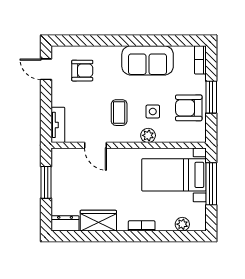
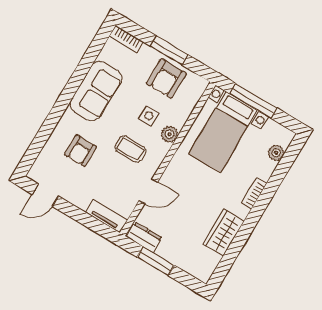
armchair: (82, 71) -> (81, 151), moved, turned 180
dresser: (65, 223) -> (144, 237), moved, turned 90

